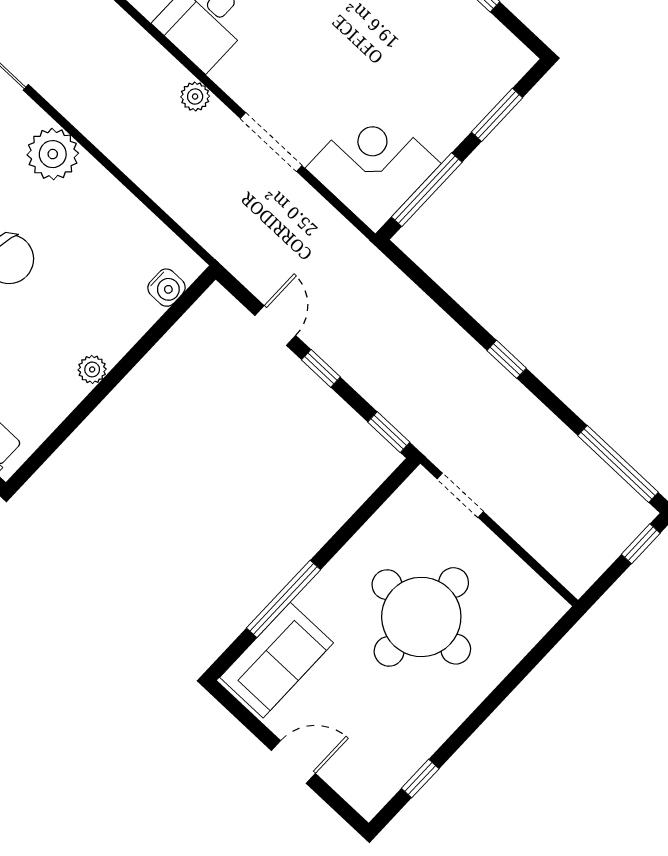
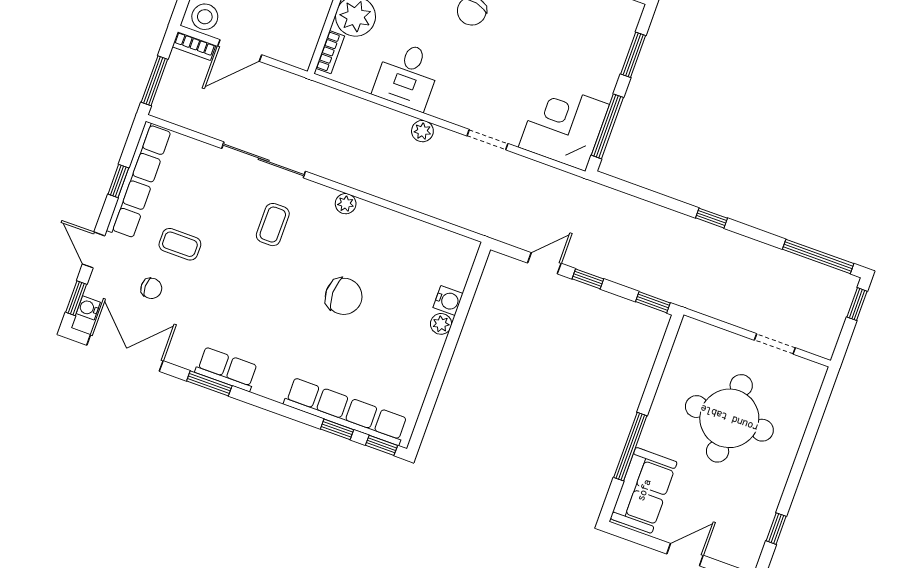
doorway: (271, 142) -> (488, 140), width x0.73
plant: (53, 154) -> (346, 204), width x0.53, depth x0.53
water cooler: (167, 288) -> (448, 300), moved
door: (275, 325) -> (544, 263), hinge flipped
plant: (92, 369) -> (441, 324), moved
doorway: (460, 495) -> (775, 344), moved

